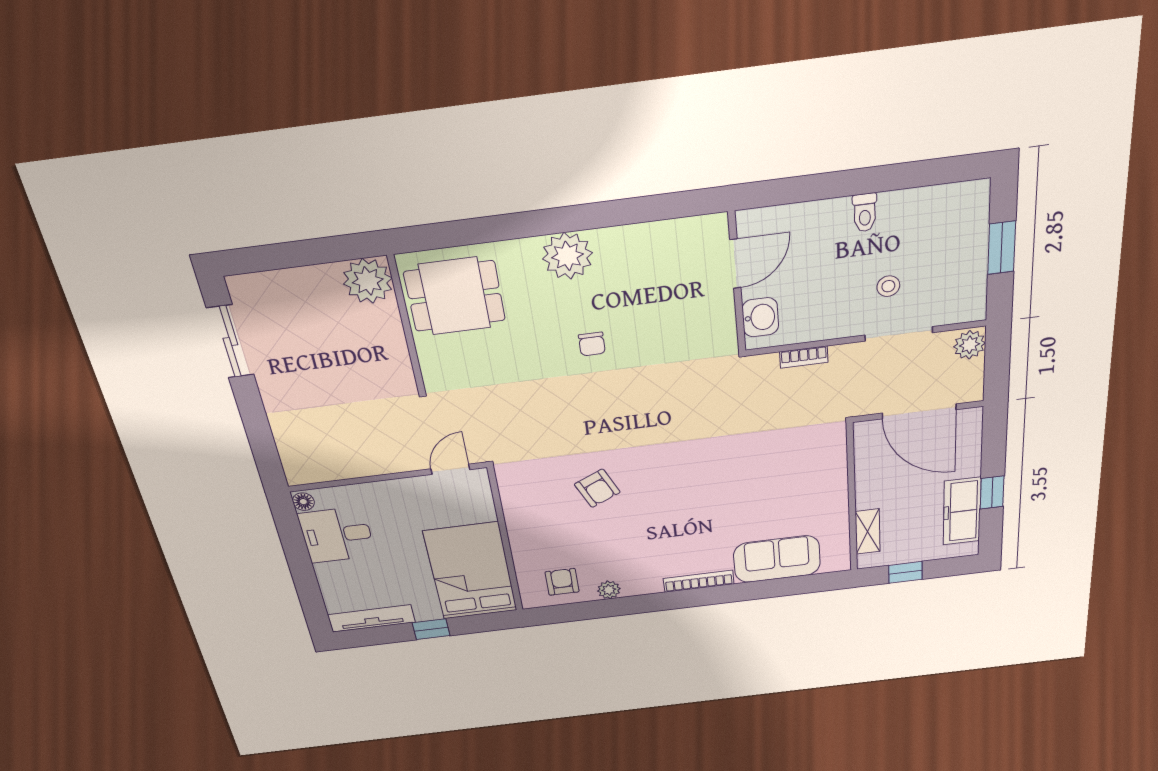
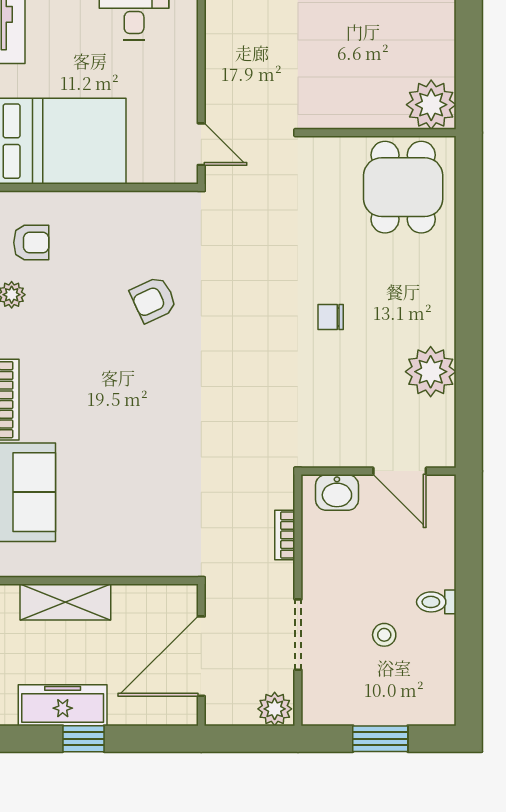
plant: (567, 256) -> (431, 372), moved
stool: (888, 286) -> (384, 635), moved
shelving: (868, 532) -> (65, 602), width x1.50, depth x1.33

